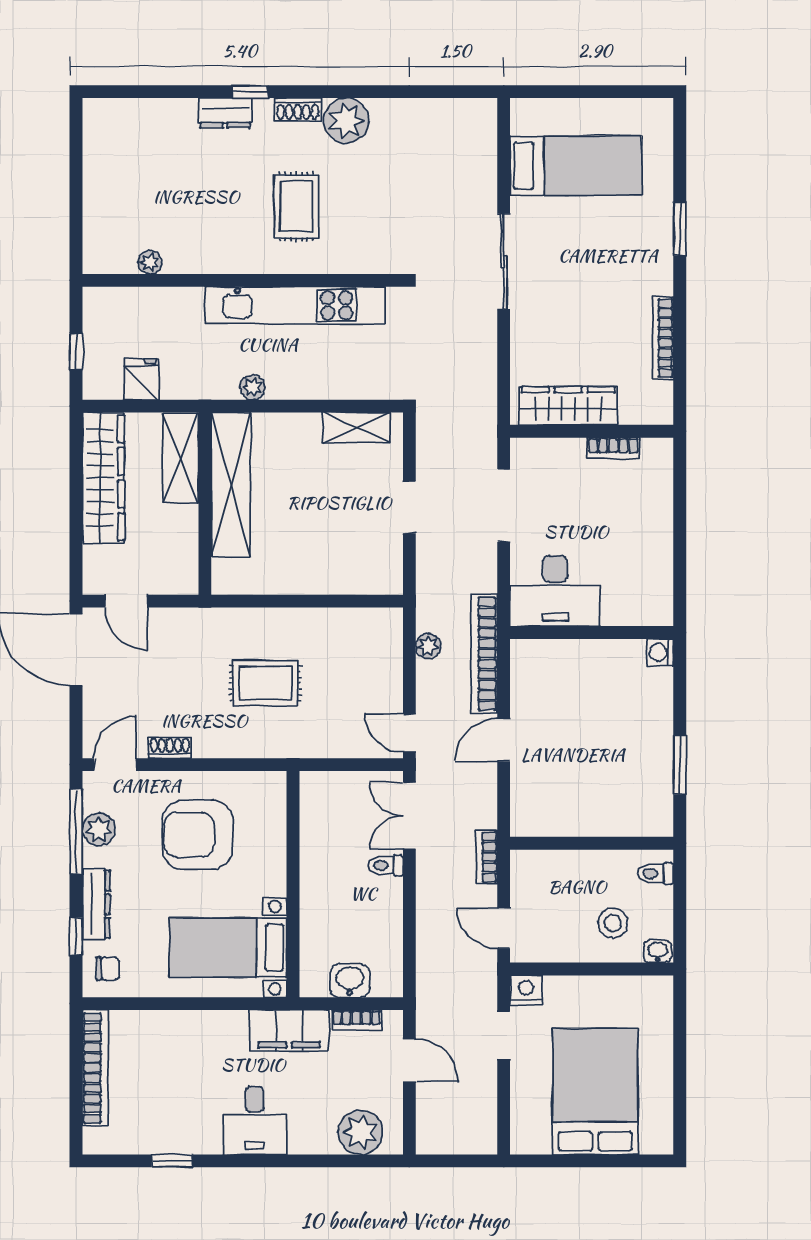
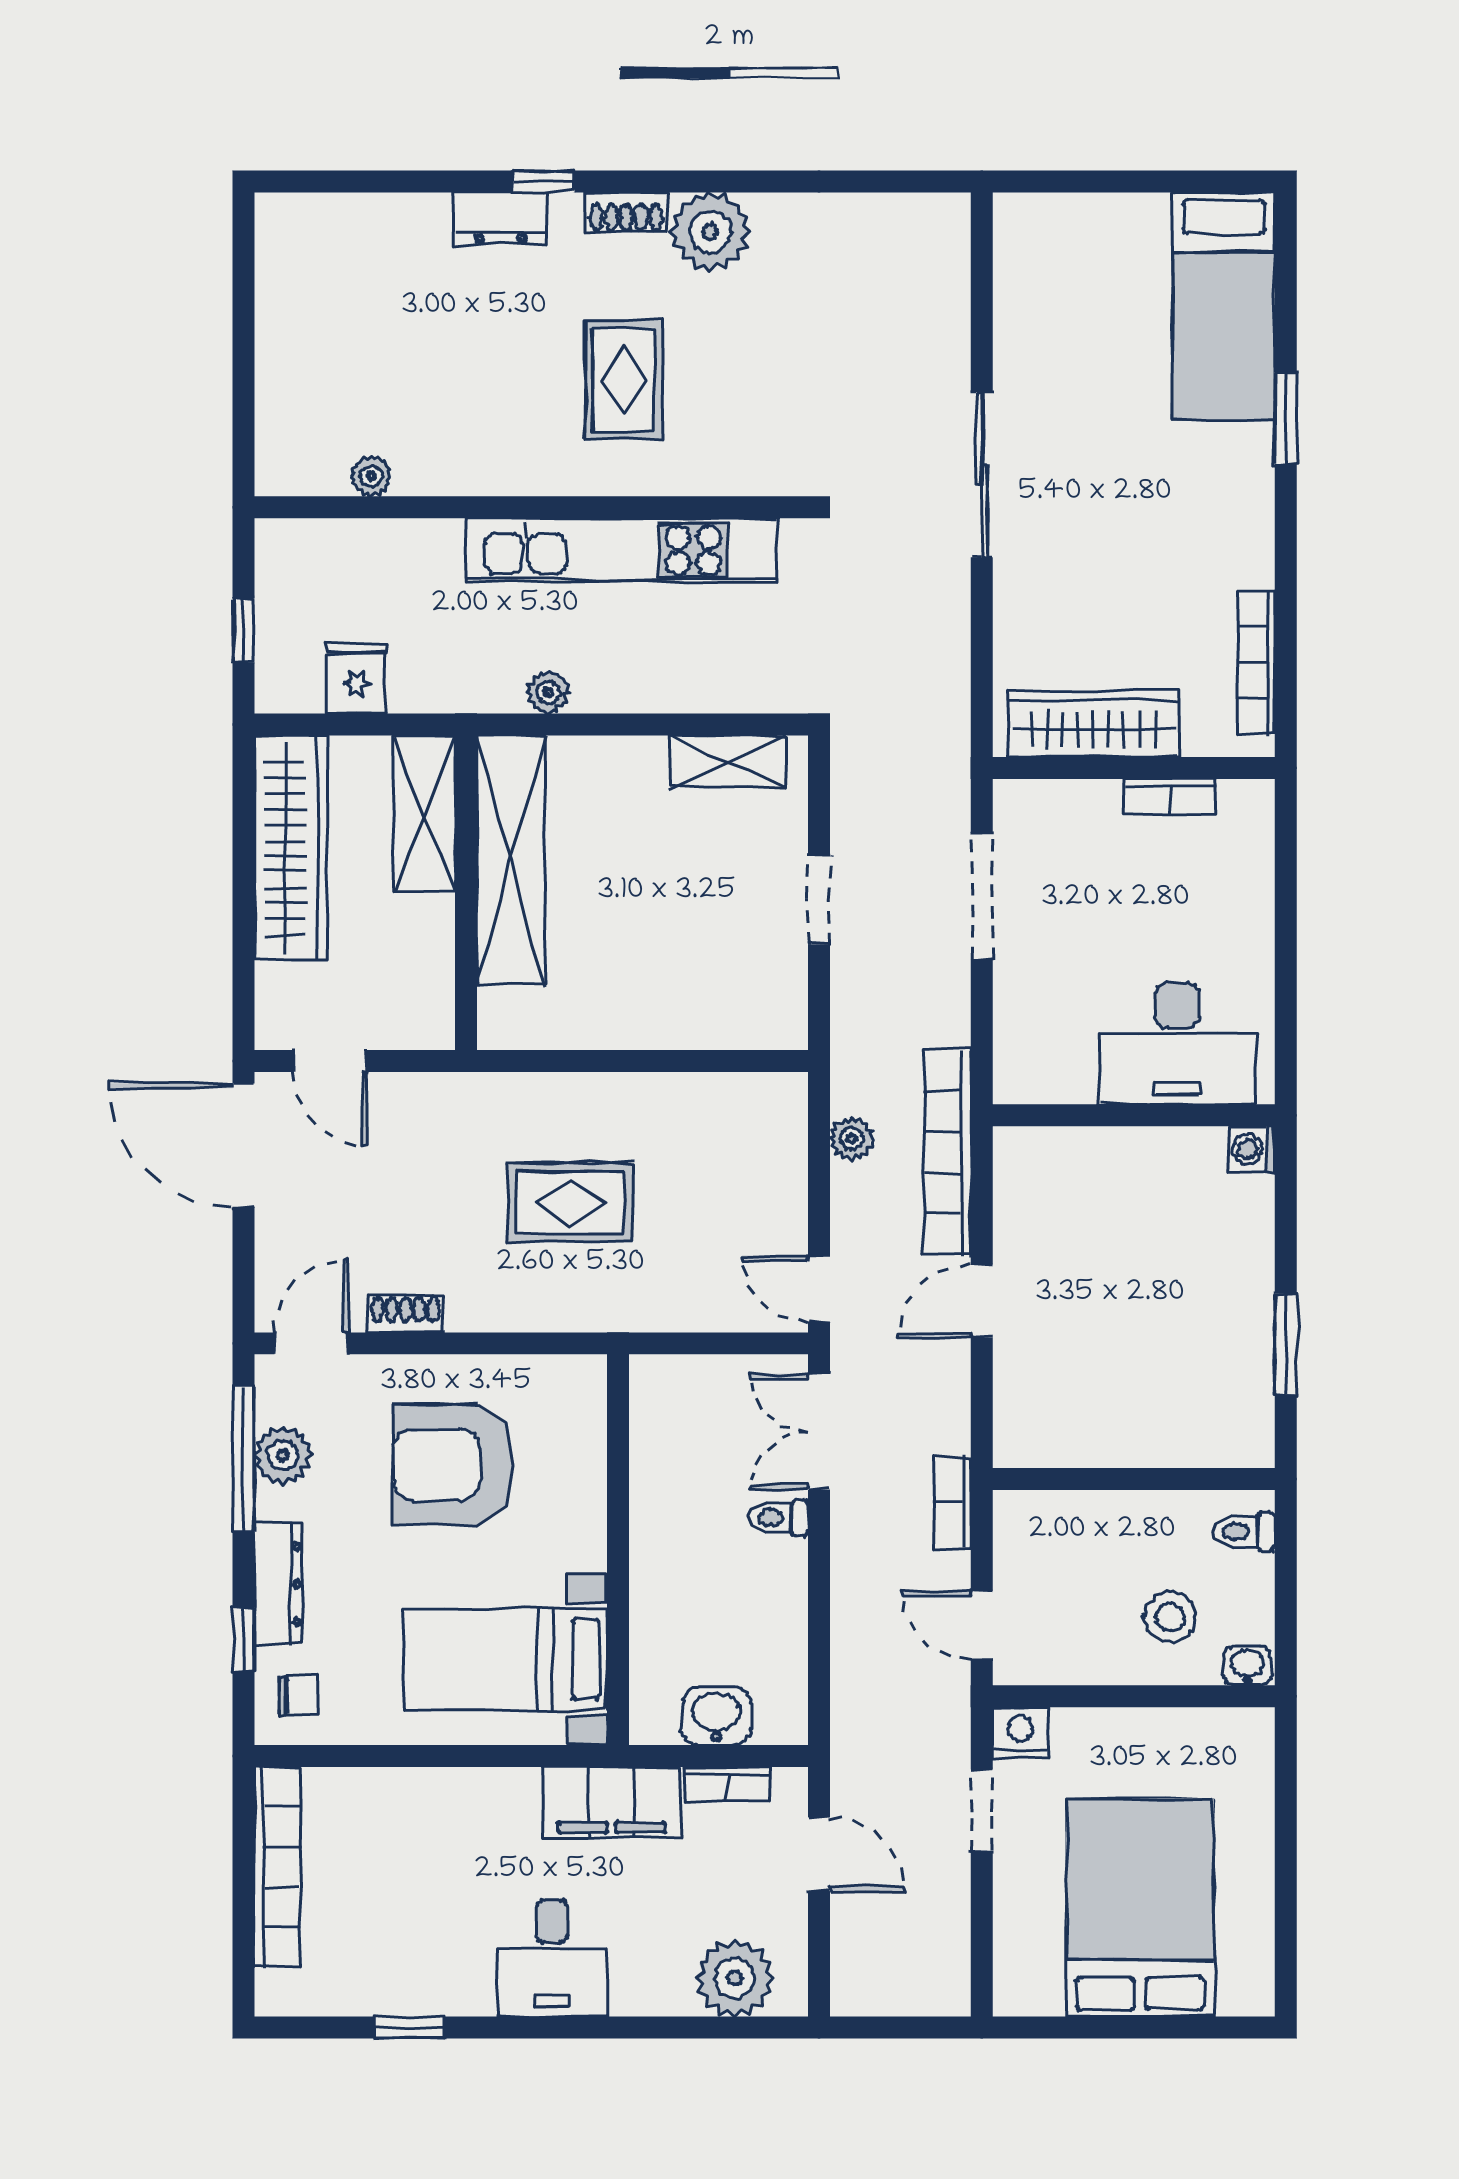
bed: (576, 166) -> (1224, 306), moved, turned 90
bookcase: (663, 338) -> (1257, 662), moved
desk: (555, 591) -> (1177, 1043), moved

